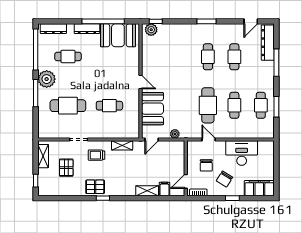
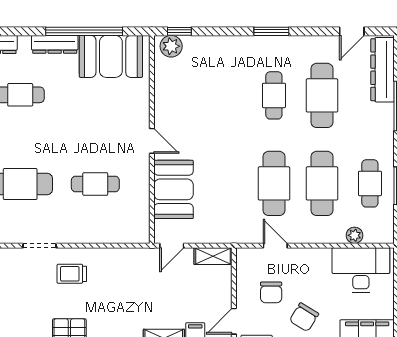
cafe table: (234, 57) -> (322, 95), width x1.37, depth x1.35
cafe table: (234, 105) -> (322, 183), width x1.37, depth x1.35
plant: (175, 134) -> (355, 235), moved
shelving: (122, 145) -> (213, 256), moved
desk: (242, 153) -> (361, 270), moved
pallet: (66, 168) -> (17, 296), removed

